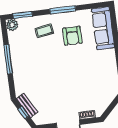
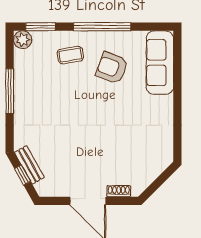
window: (63, 10) -> (102, 27), width x1.46
armchair: (72, 36) -> (112, 68), turned 111

